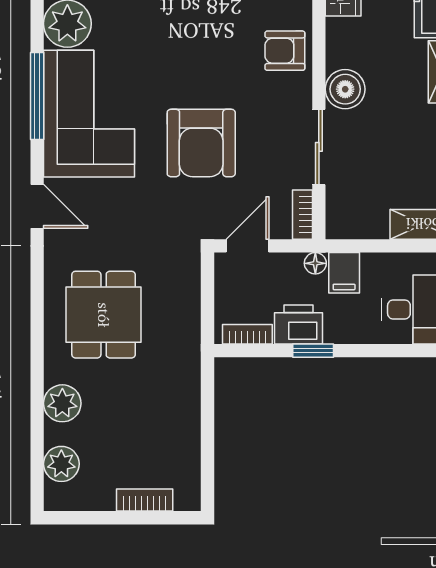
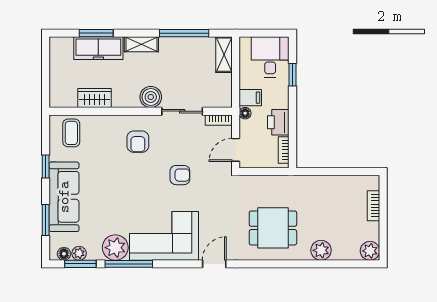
armchair: (285, 51) -> (138, 142), moved
window: (37, 96) -> (129, 264), moved
armchair: (201, 143) -> (180, 175), width x0.53, depth x0.53
door: (248, 246) -> (236, 150), hinge flipped
window: (313, 351) -> (293, 75), moved
plant: (61, 464) -> (370, 251), moved

